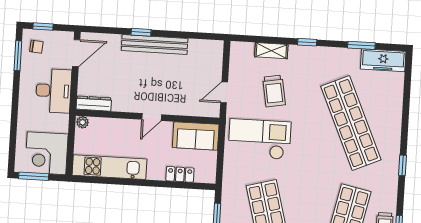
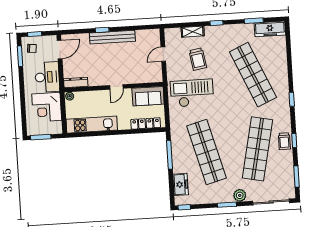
door: (224, 92) -> (163, 54), moved
corner desk: (46, 153) -> (47, 107), moved
locker: (180, 174) -> (146, 123), width x1.53

